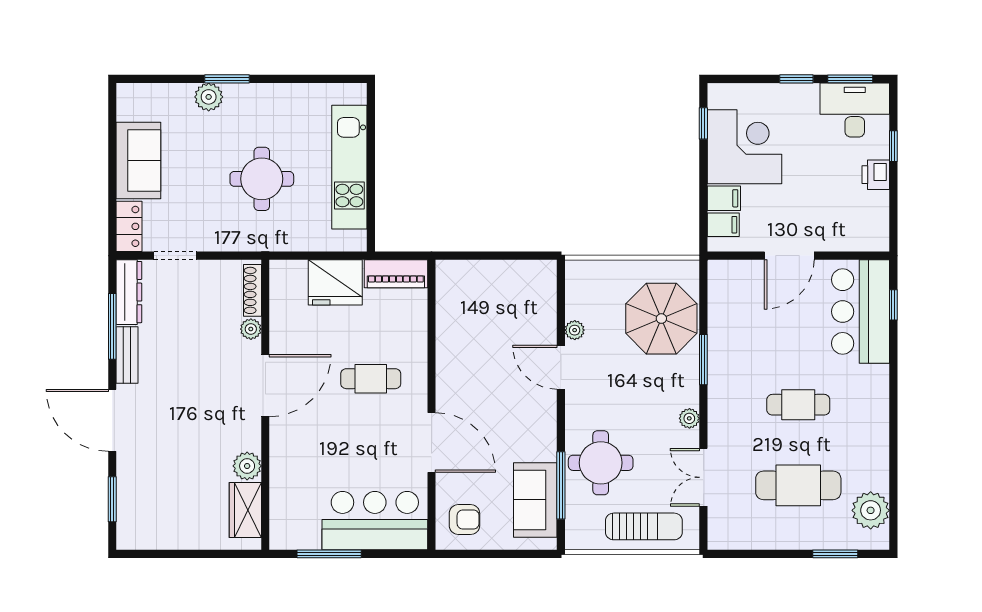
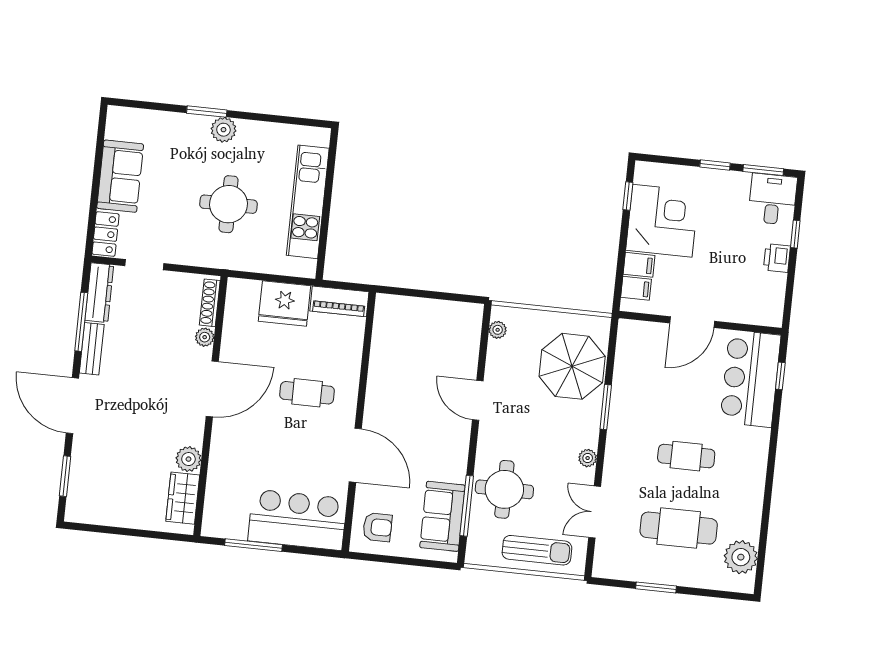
plant: (209, 97) -> (224, 130), moved
desk: (855, 110) -> (773, 199), width x0.73
plant: (575, 330) -> (498, 330), moved
window: (835, 554) -> (656, 587), moved

